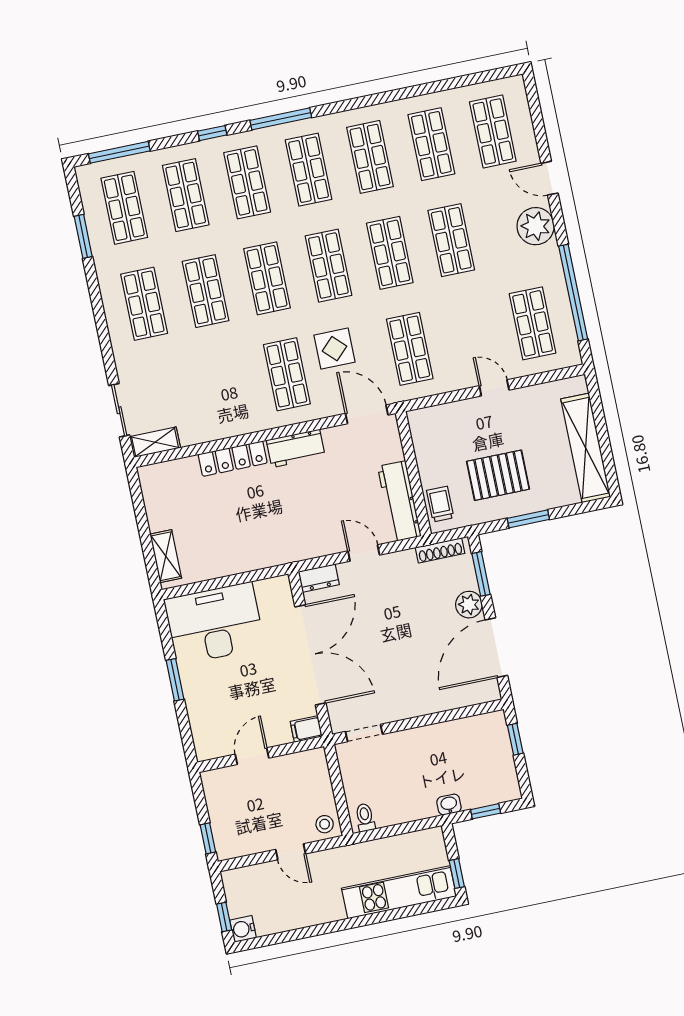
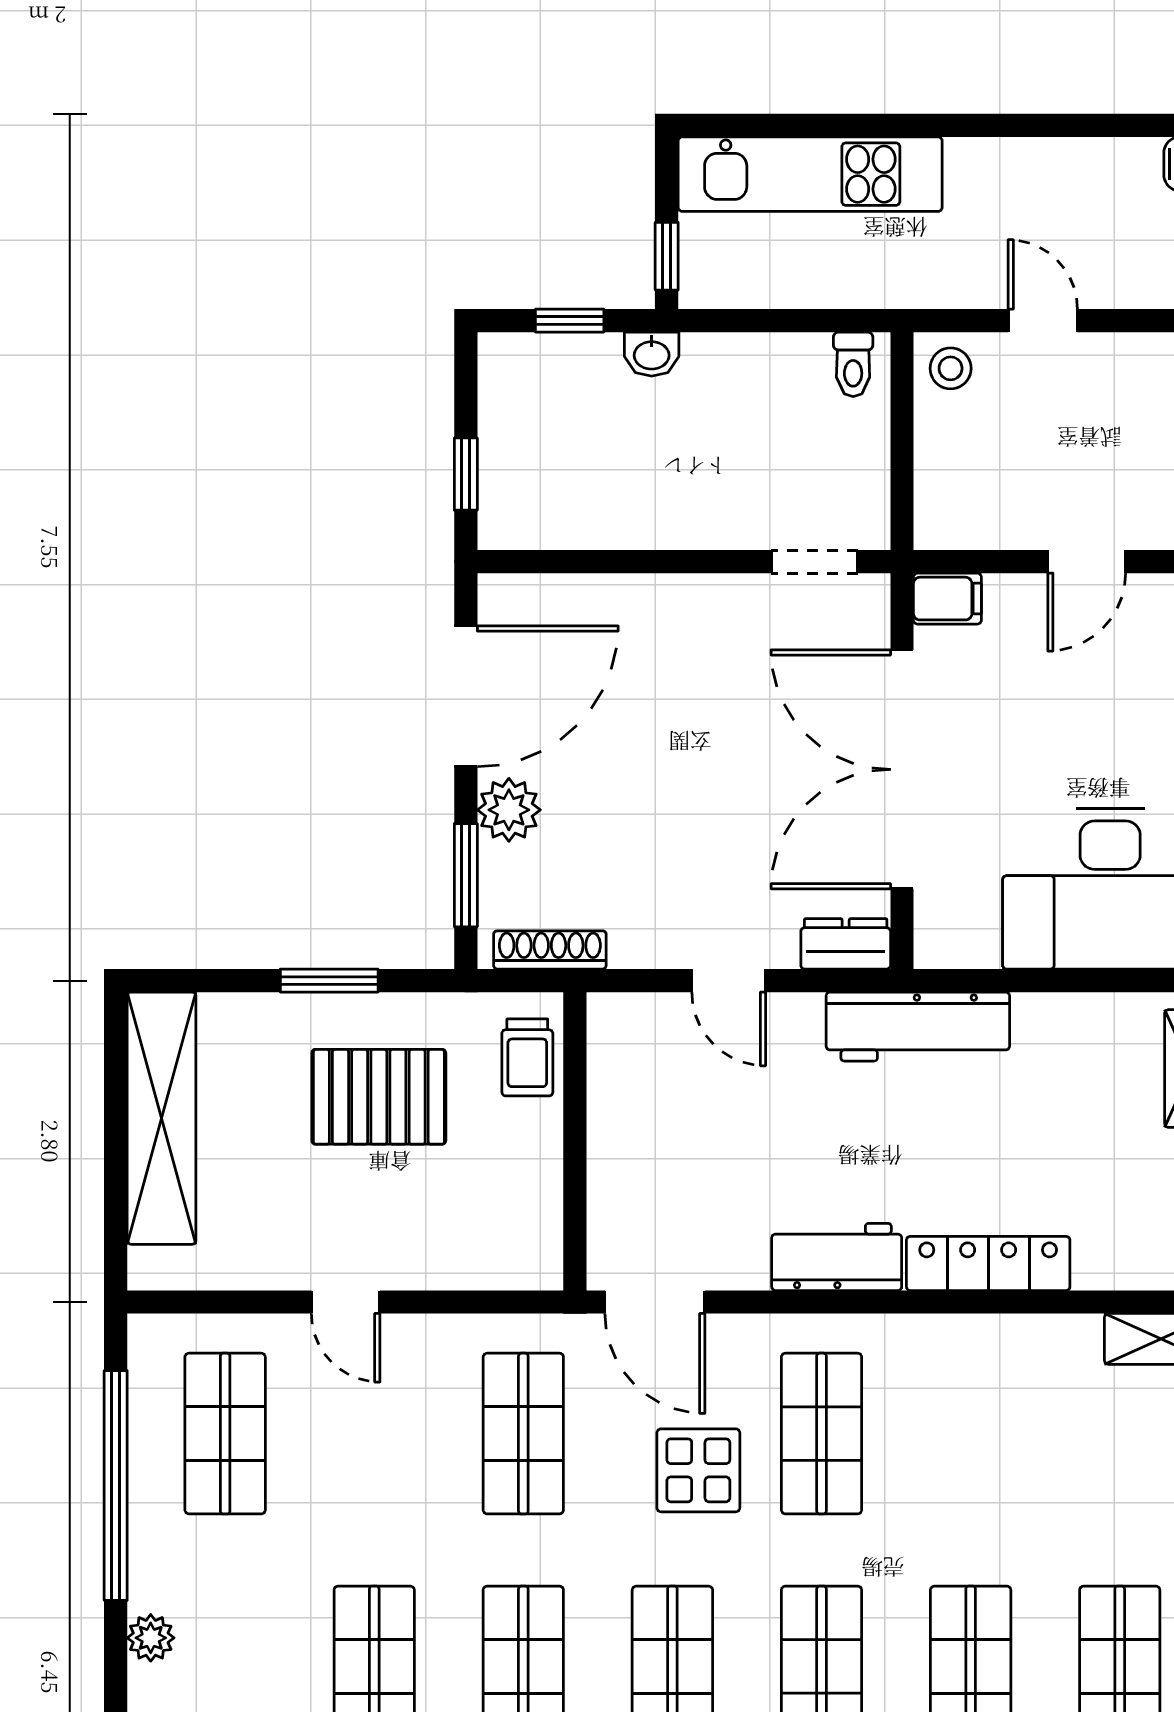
plant: (536, 226) -> (151, 1638), width x0.53, depth x0.53
workbench: (399, 501) -> (918, 1027), moved, turned 90
window: (457, 874) -> (667, 256), moved

